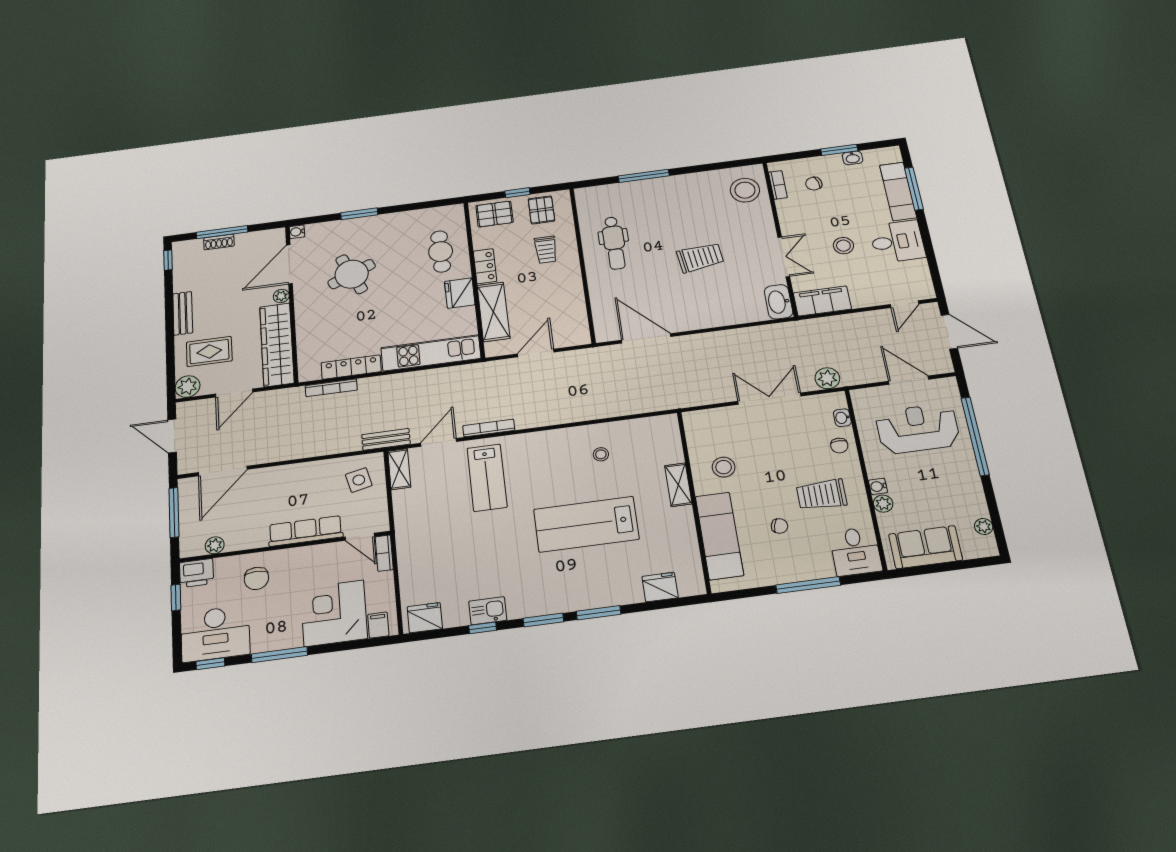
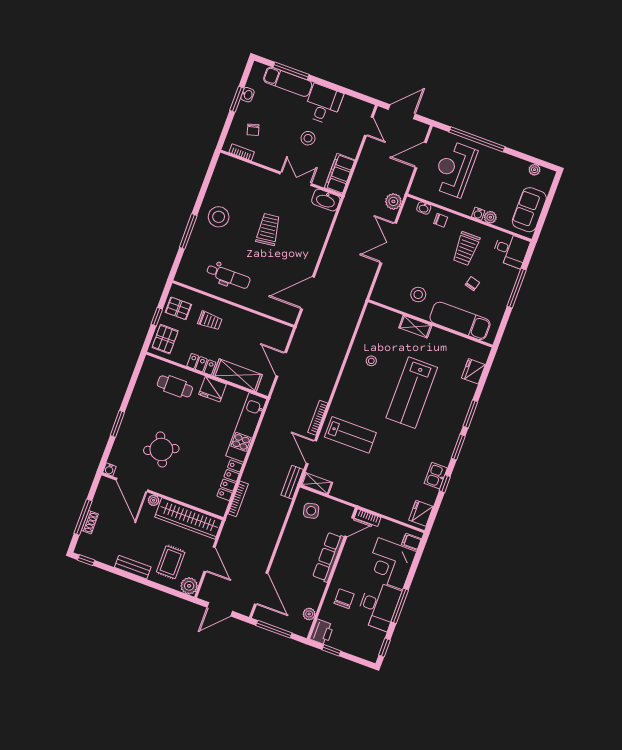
stool: (745, 190) -> (219, 217), moved
chair: (256, 578) -> (344, 599), turned -90
desk: (215, 634) -> (378, 606), moved

